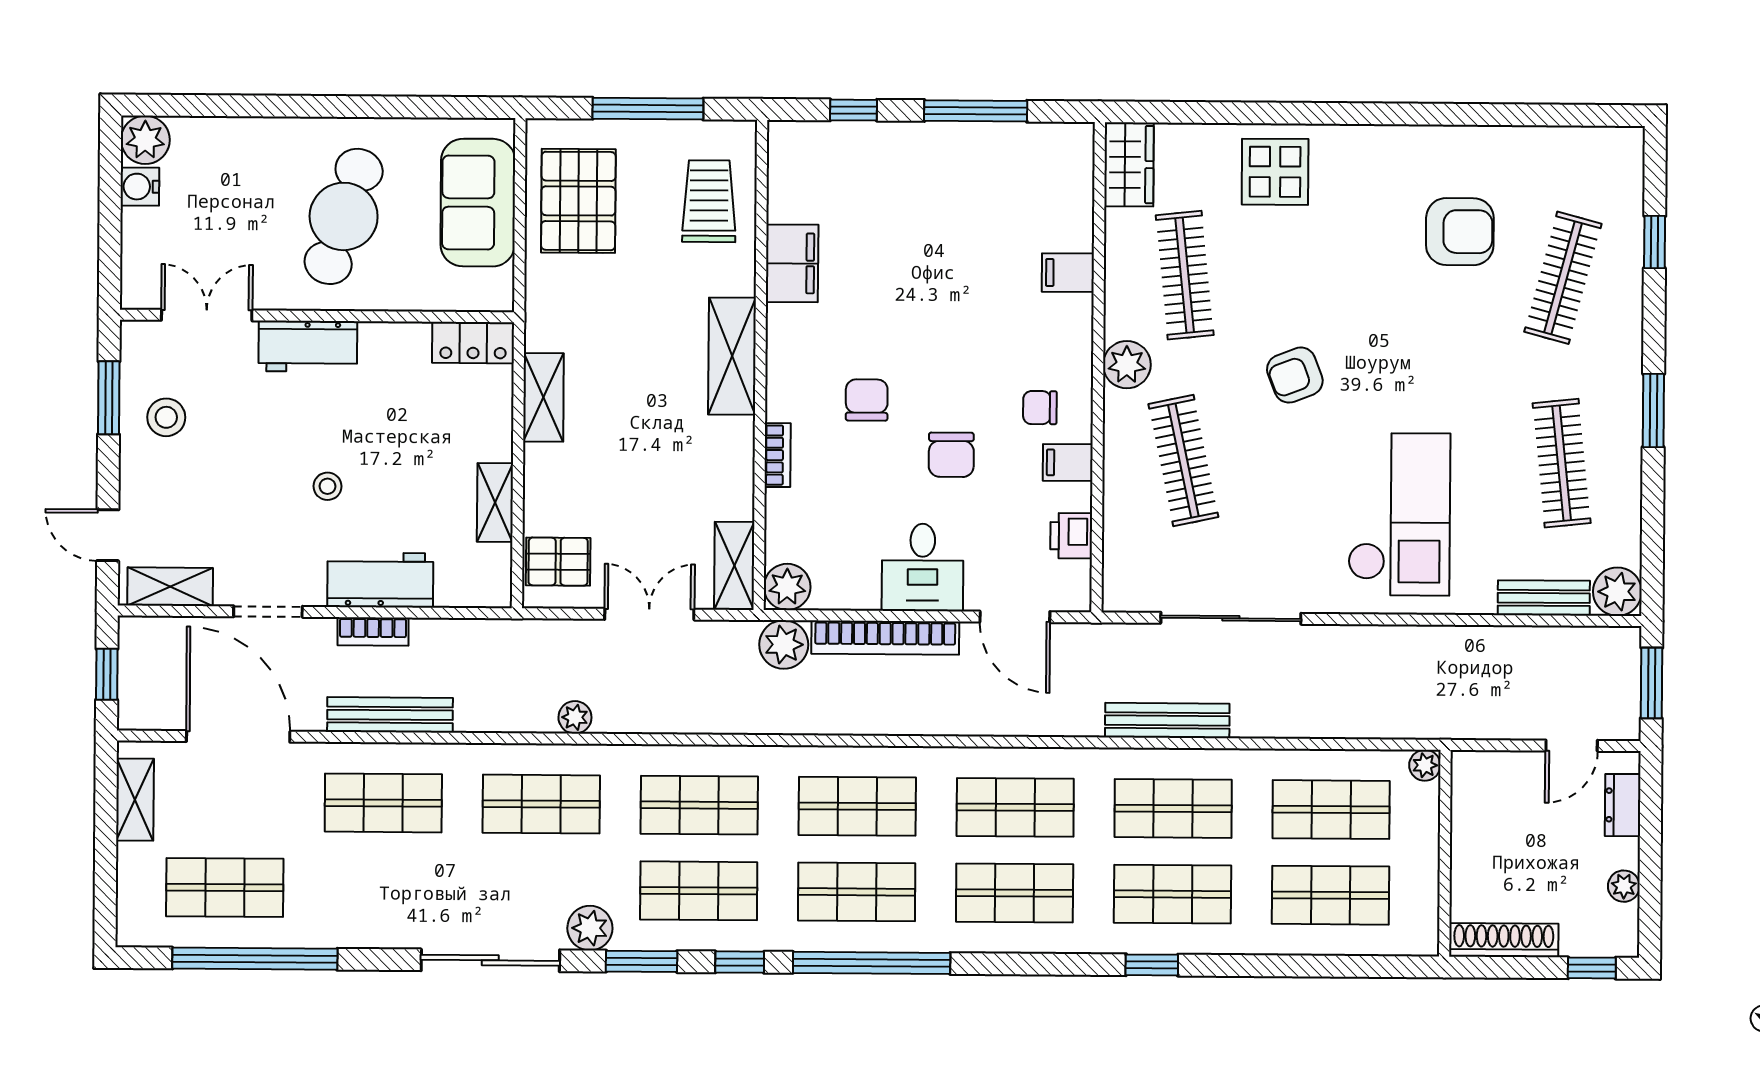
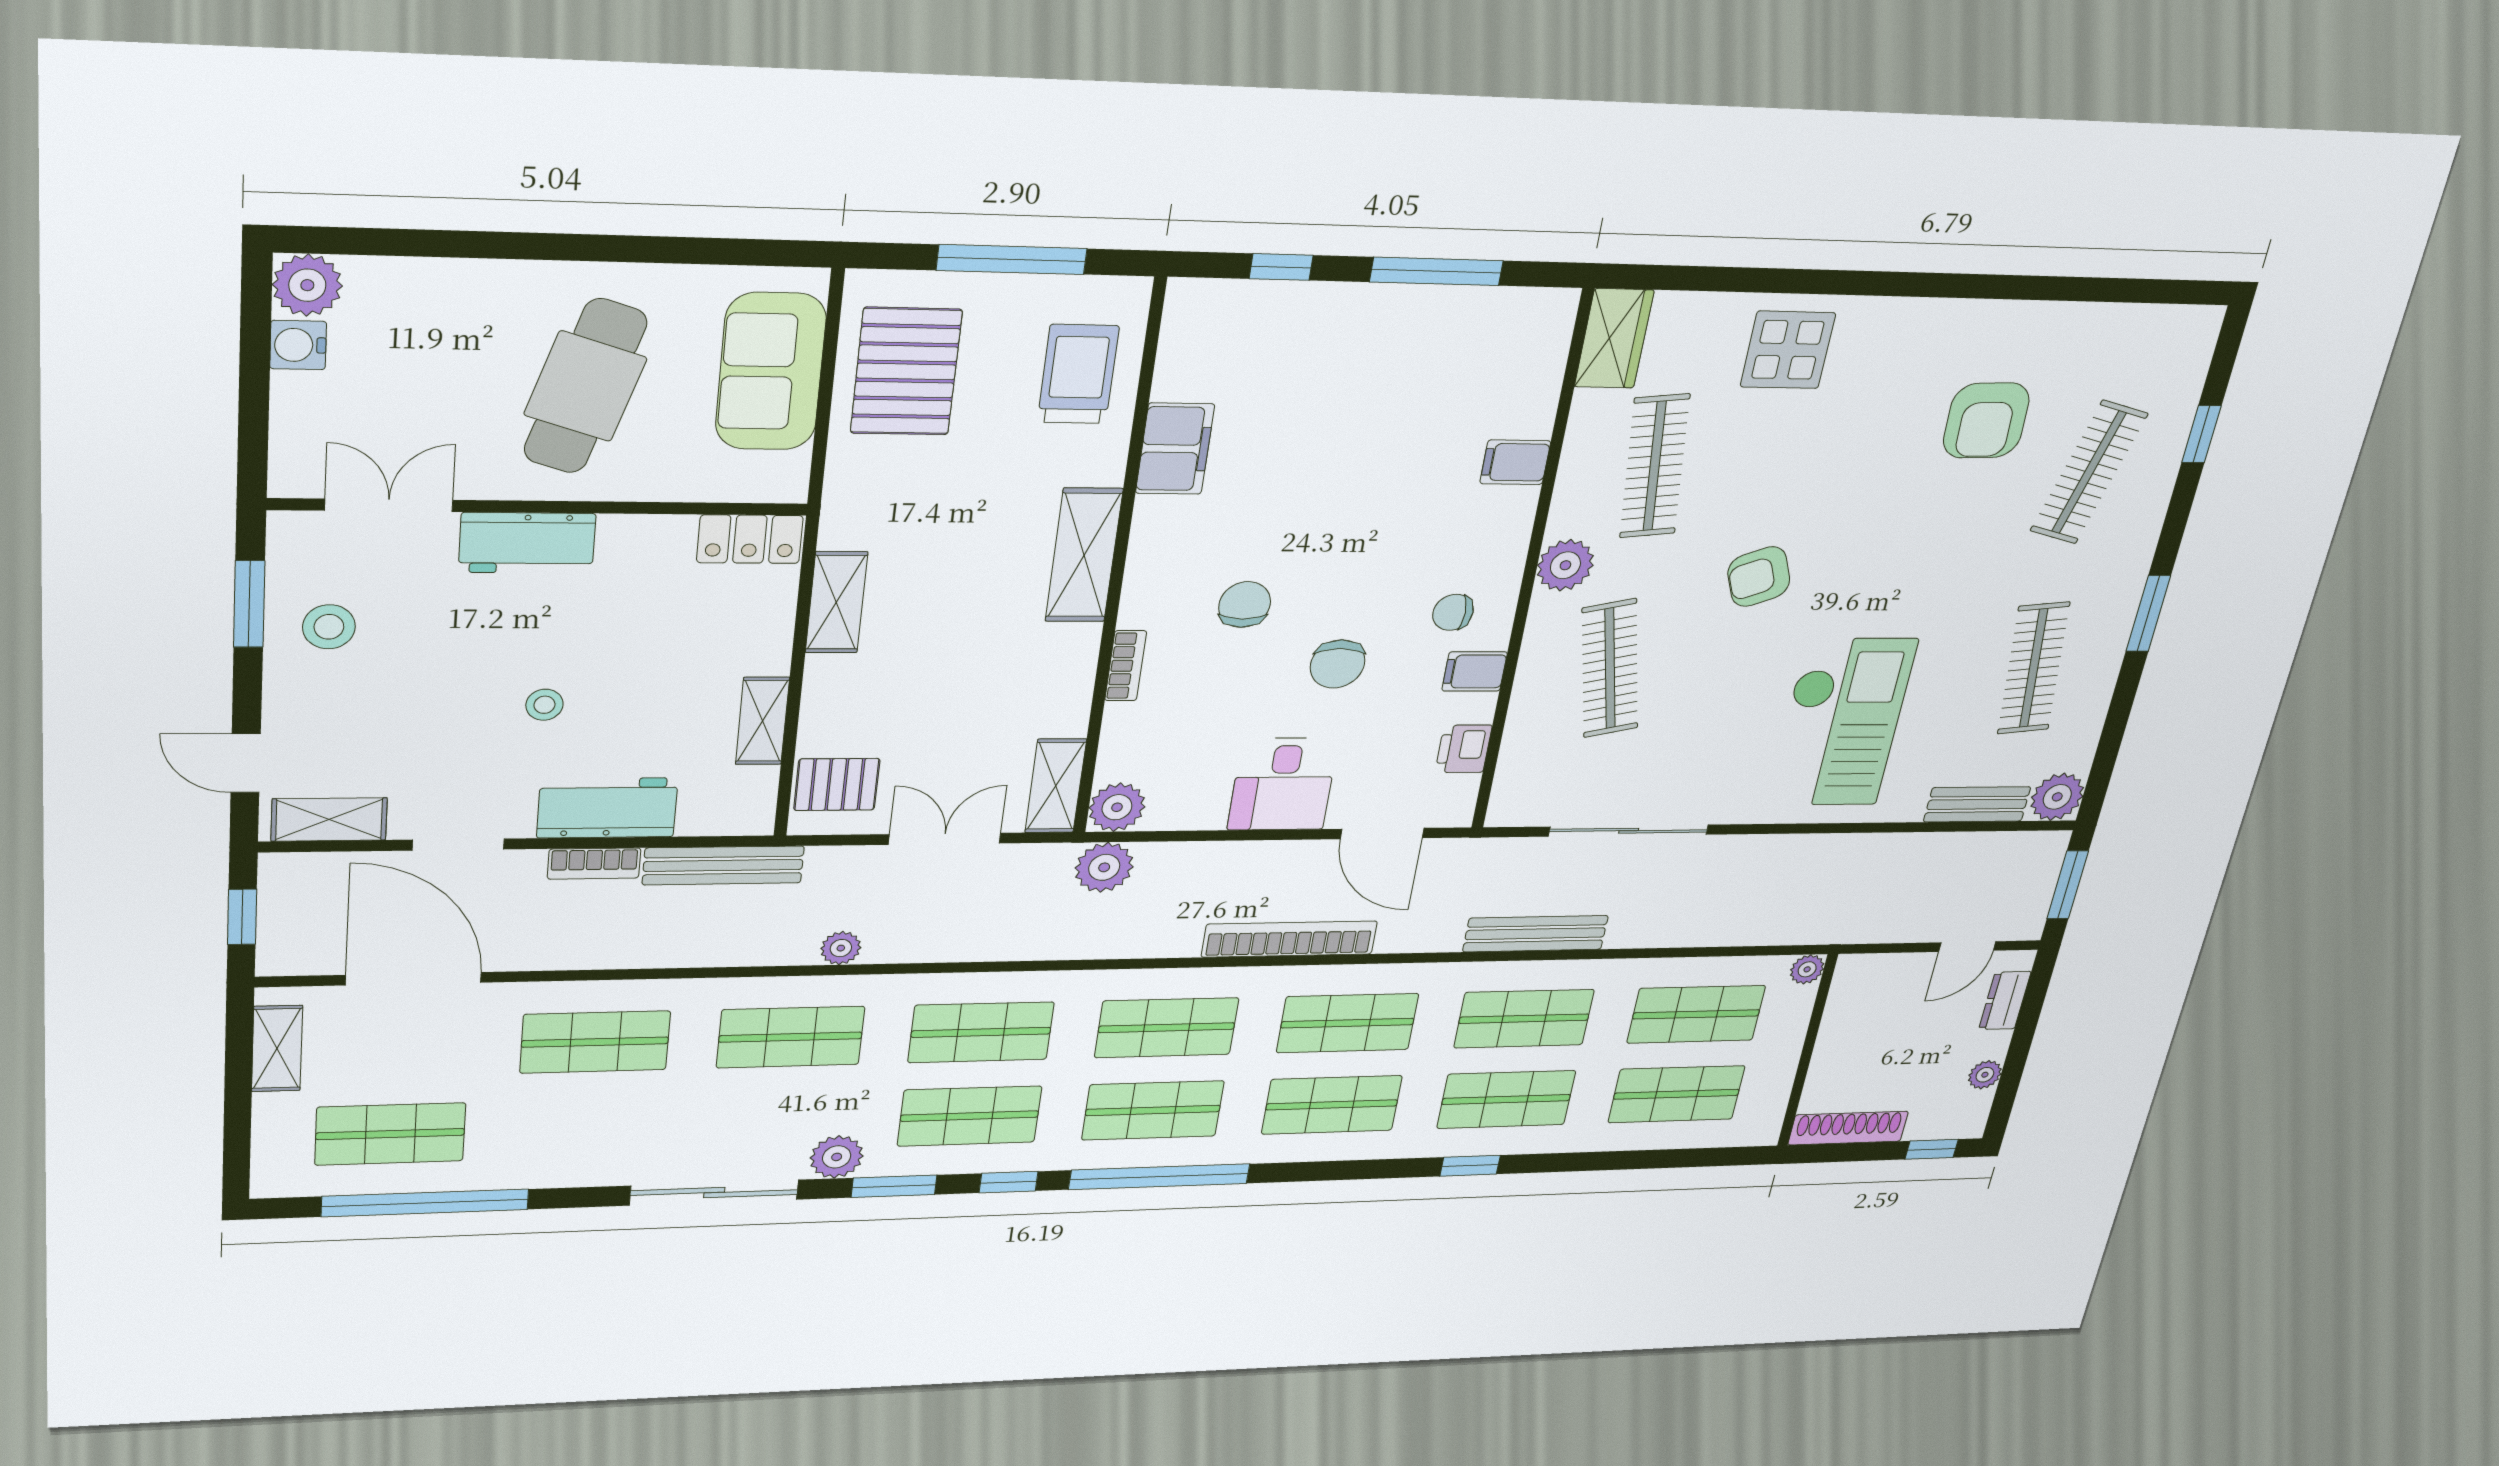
armchair: (1460, 232) -> (1986, 420), turned 88
bookcase: (885, 638) -> (1289, 939), moved, turned 180
bench: (390, 715) -> (723, 865), moved

